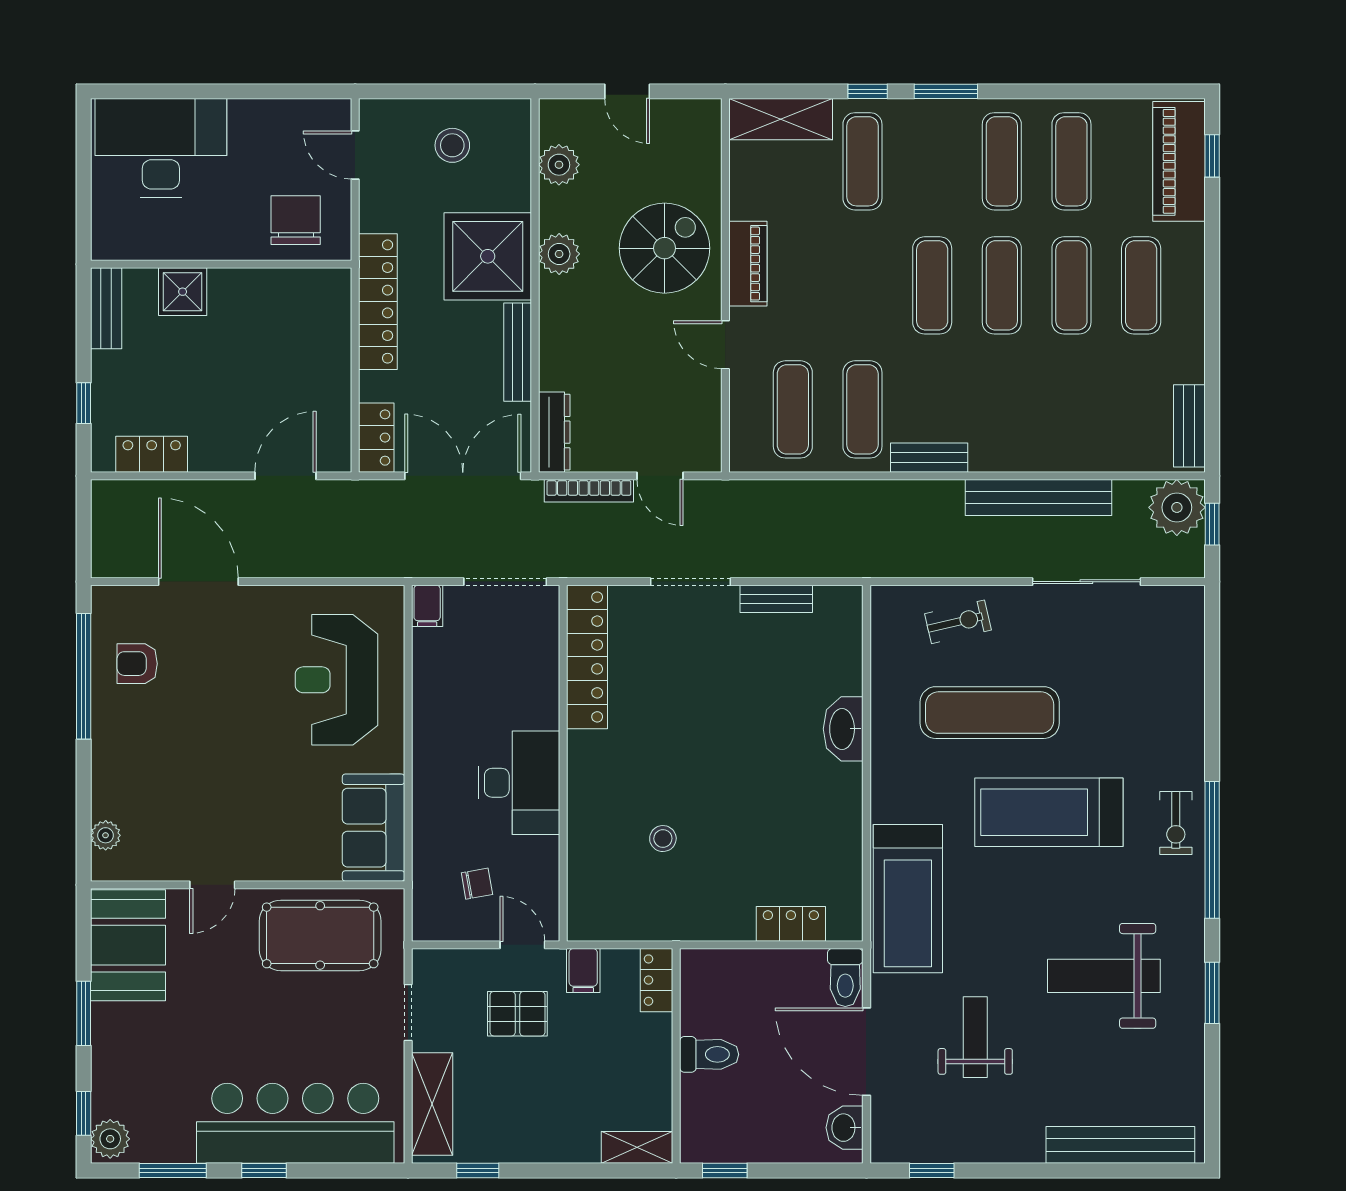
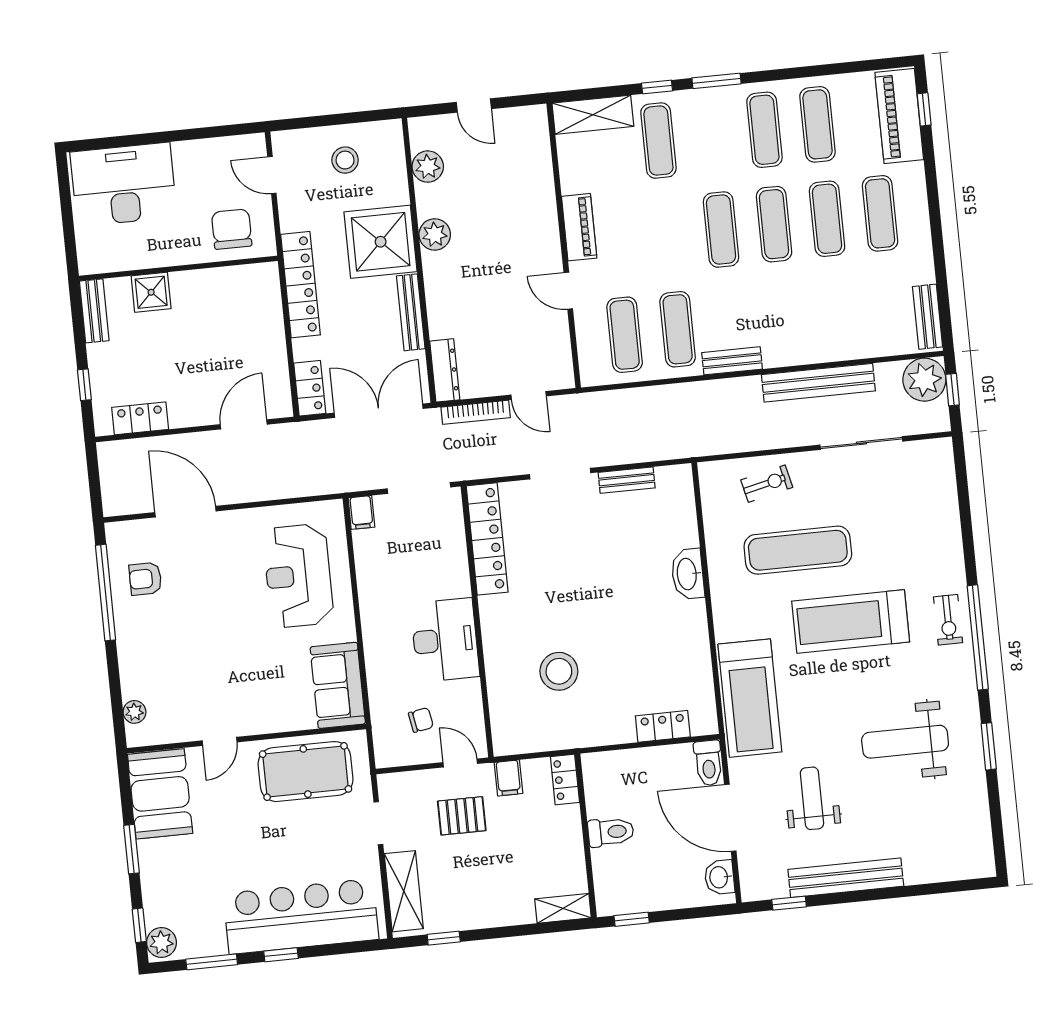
spiral stairs: (665, 248) -> (514, 222), removed
stool: (663, 839) -> (559, 671), width x1.89, depth x1.89
bench: (1120, 1145) -> (846, 878), moved

